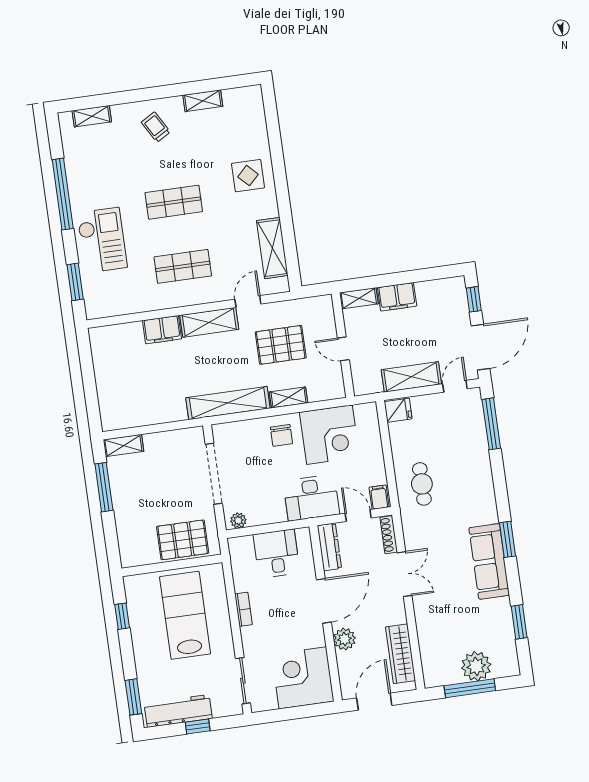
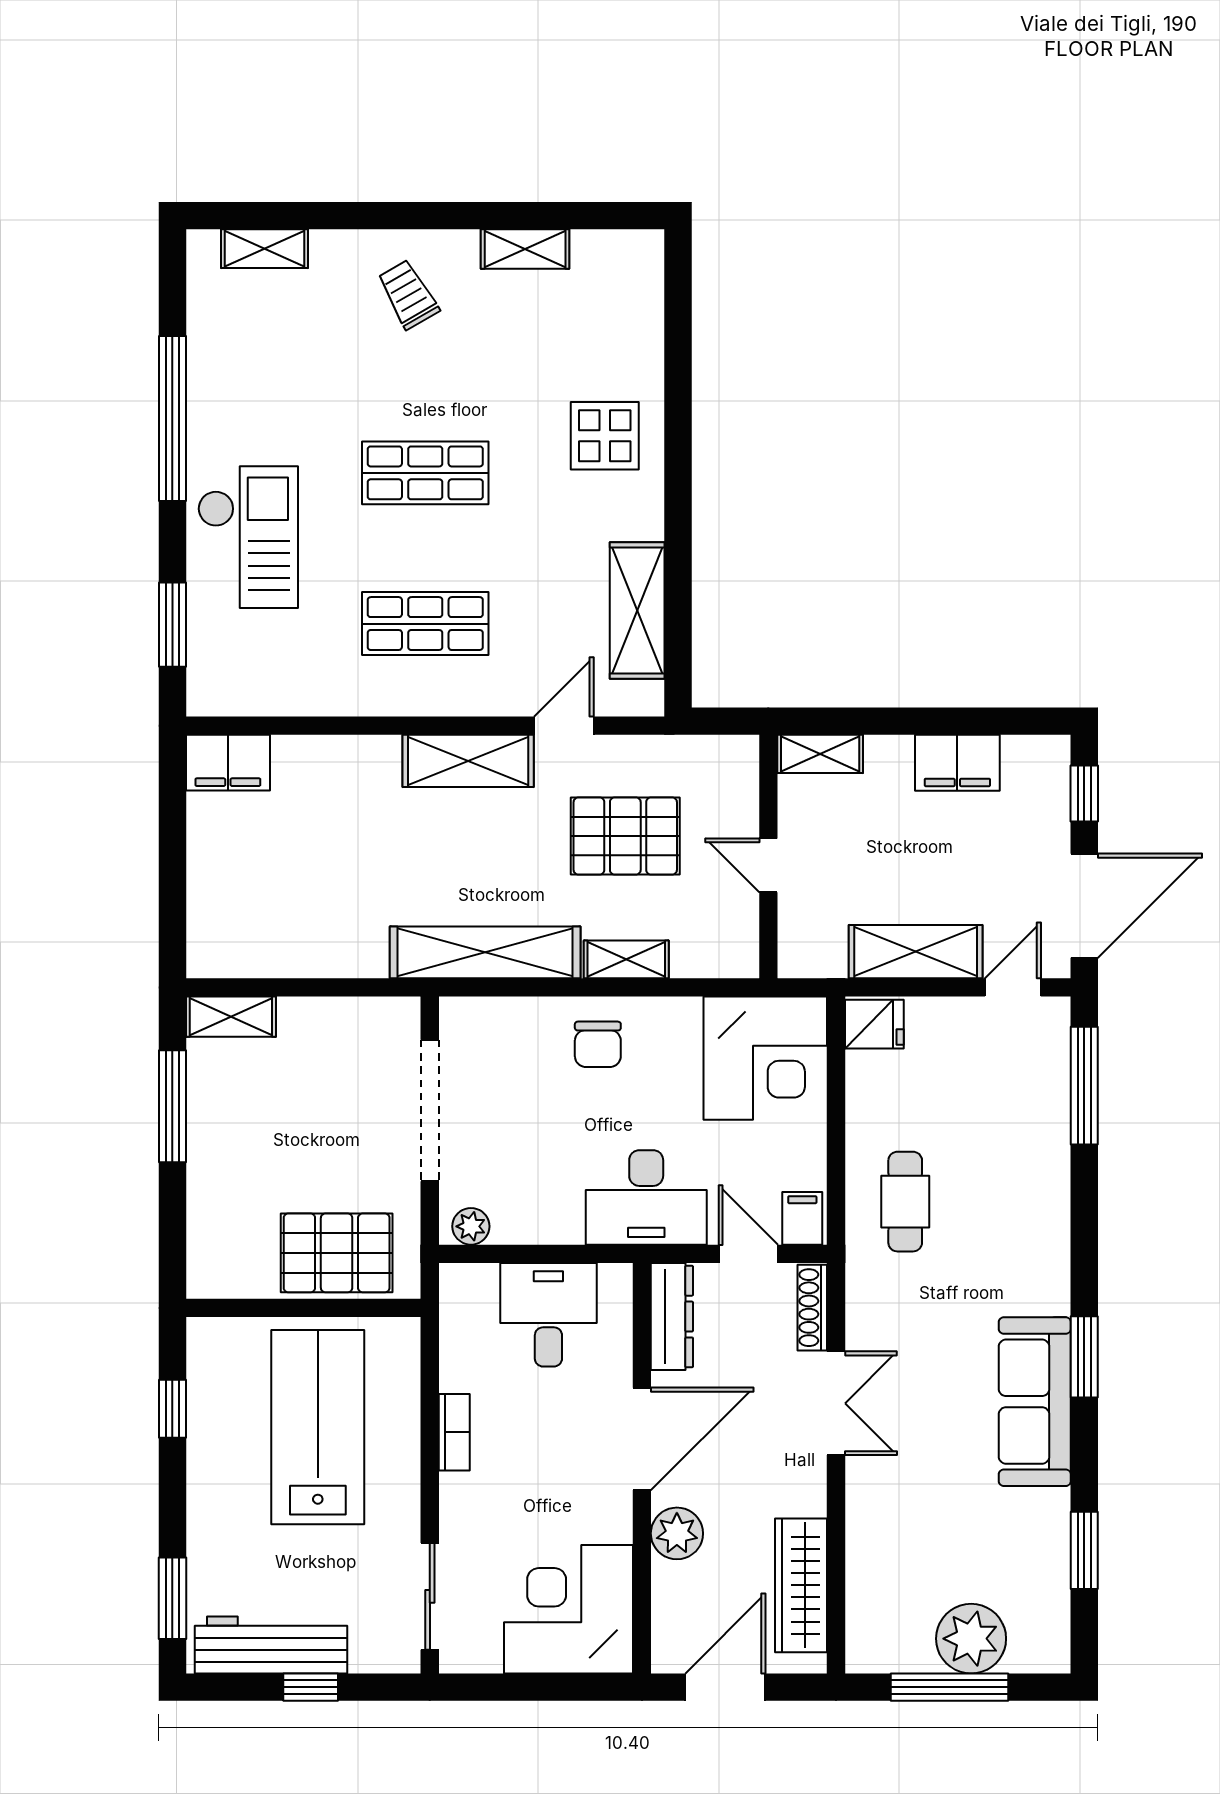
filing cabinet: (397, 297) -> (957, 763), moved
filing cabinet: (162, 330) -> (228, 763), moved
corner desk: (329, 435) -> (765, 1058), moved

